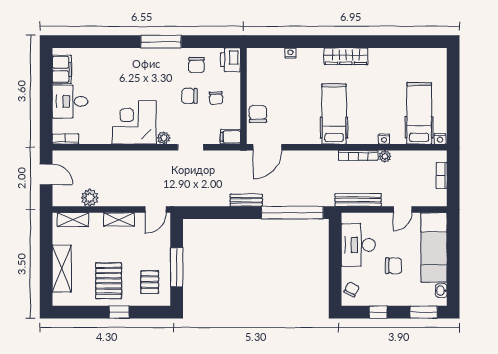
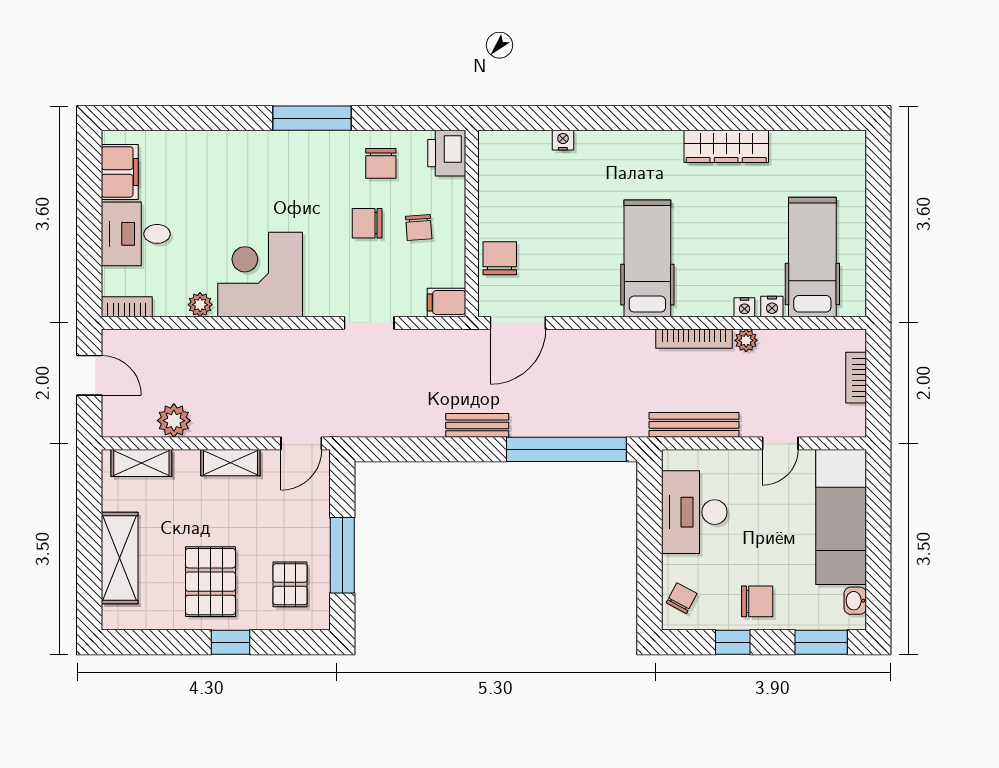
wardrobe: (346, 56) -> (726, 146), moved
plant: (164, 138) -> (200, 305), moved
nightstand: (440, 139) -> (772, 307), moved
chair: (394, 266) -> (757, 601), moved

